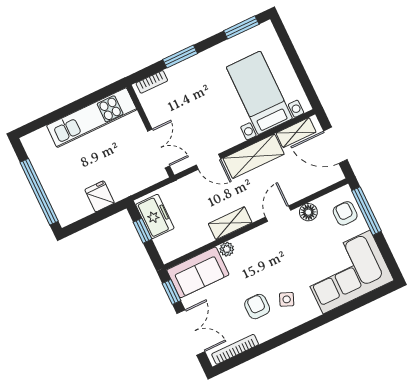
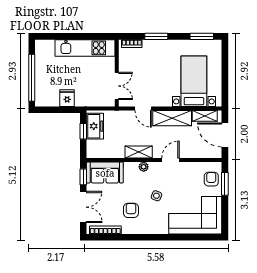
window: (366, 211) -> (225, 184), width x0.69
floor lamp: (308, 212) -> (189, 168), removed
plant: (227, 249) -> (144, 167), moved
side table: (287, 299) -> (156, 196), moved

